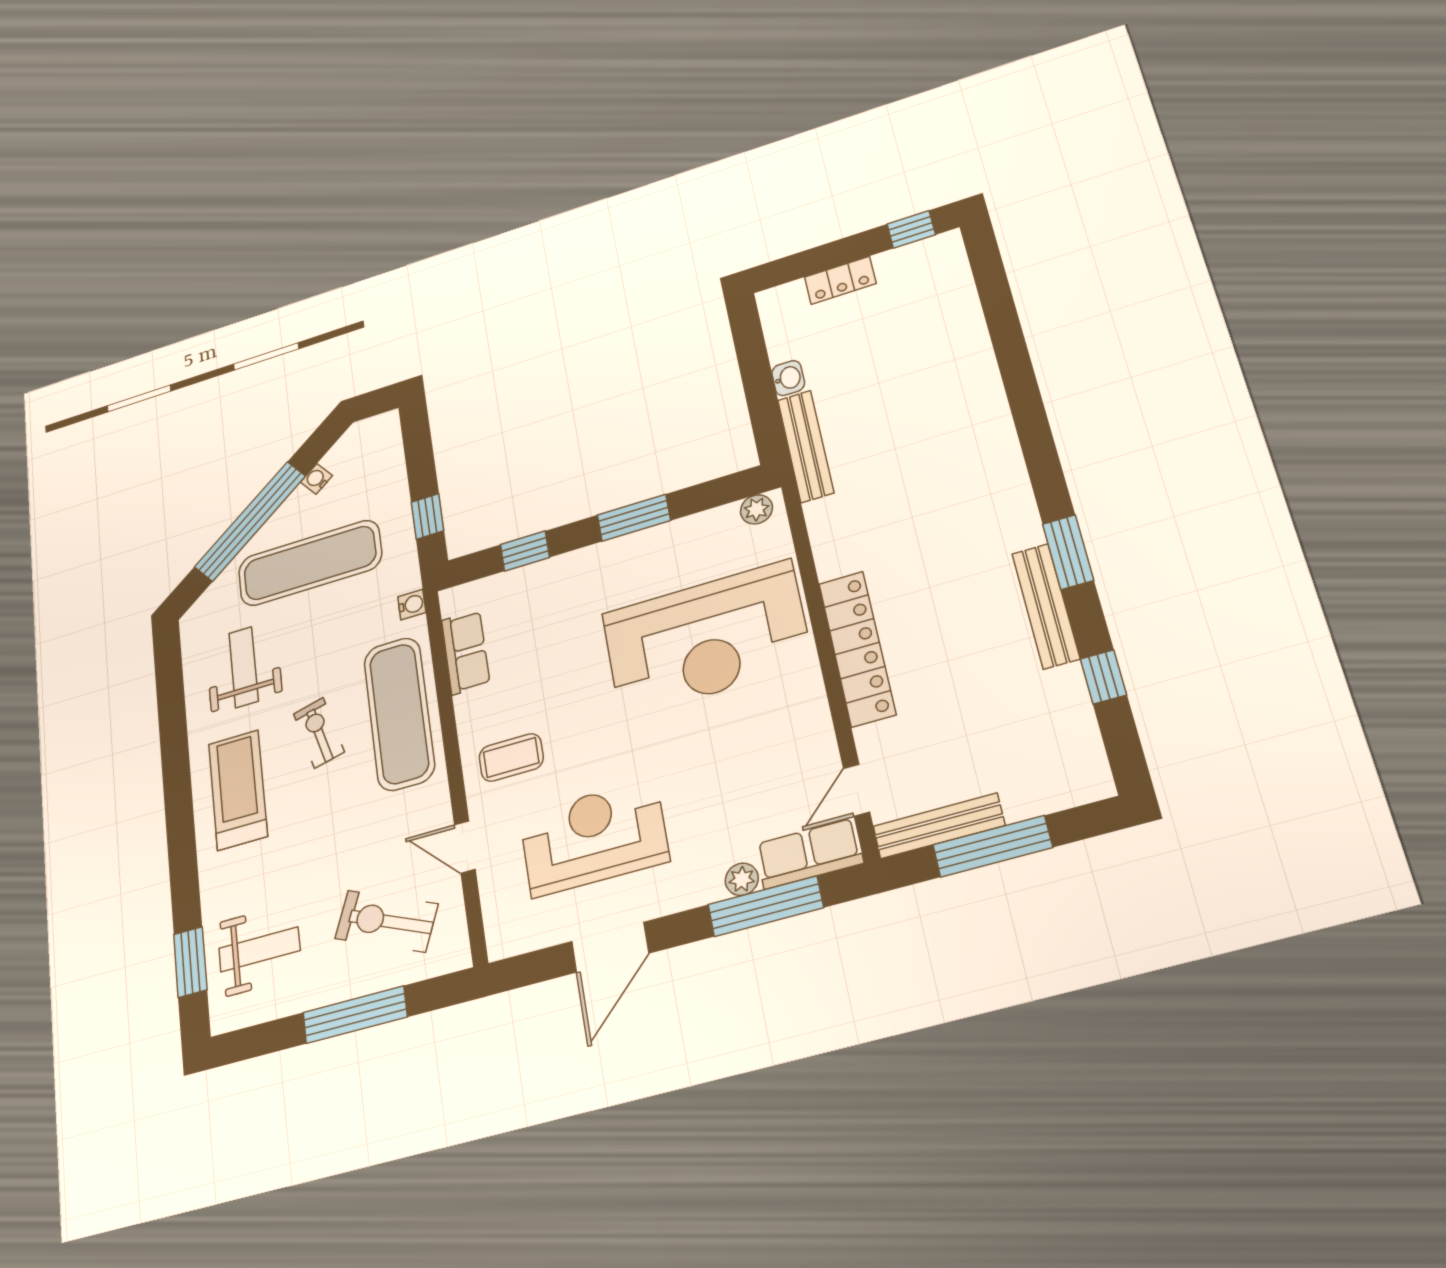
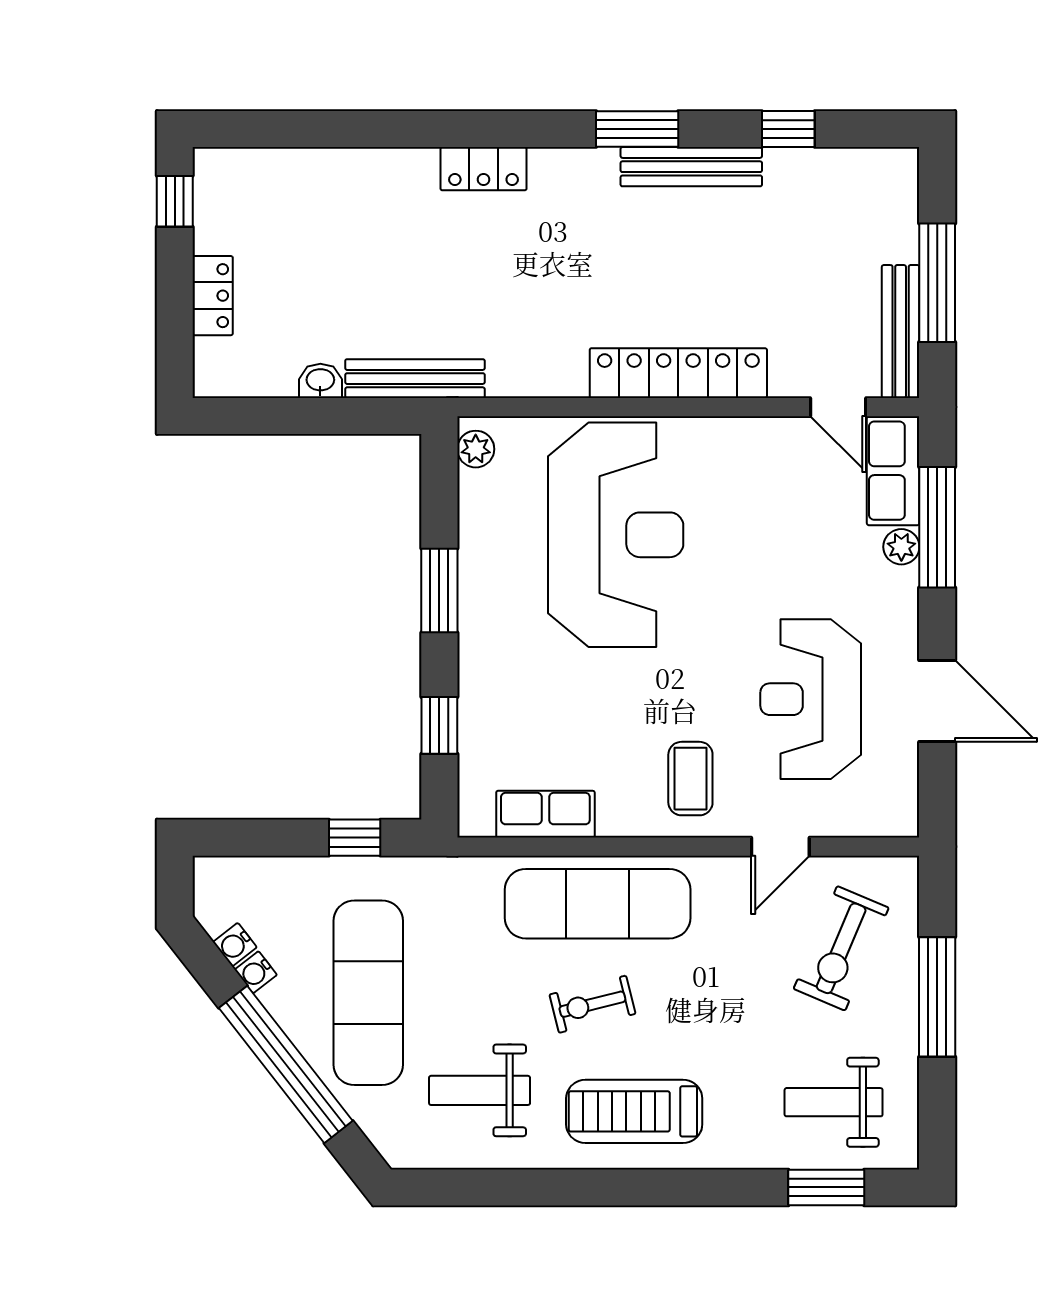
locker: (999, 443) -> (484, 169), added
water cooler: (412, 605) -> (235, 945), moved, turned -128
weight bench: (259, 949) -> (834, 1102), turned -90

